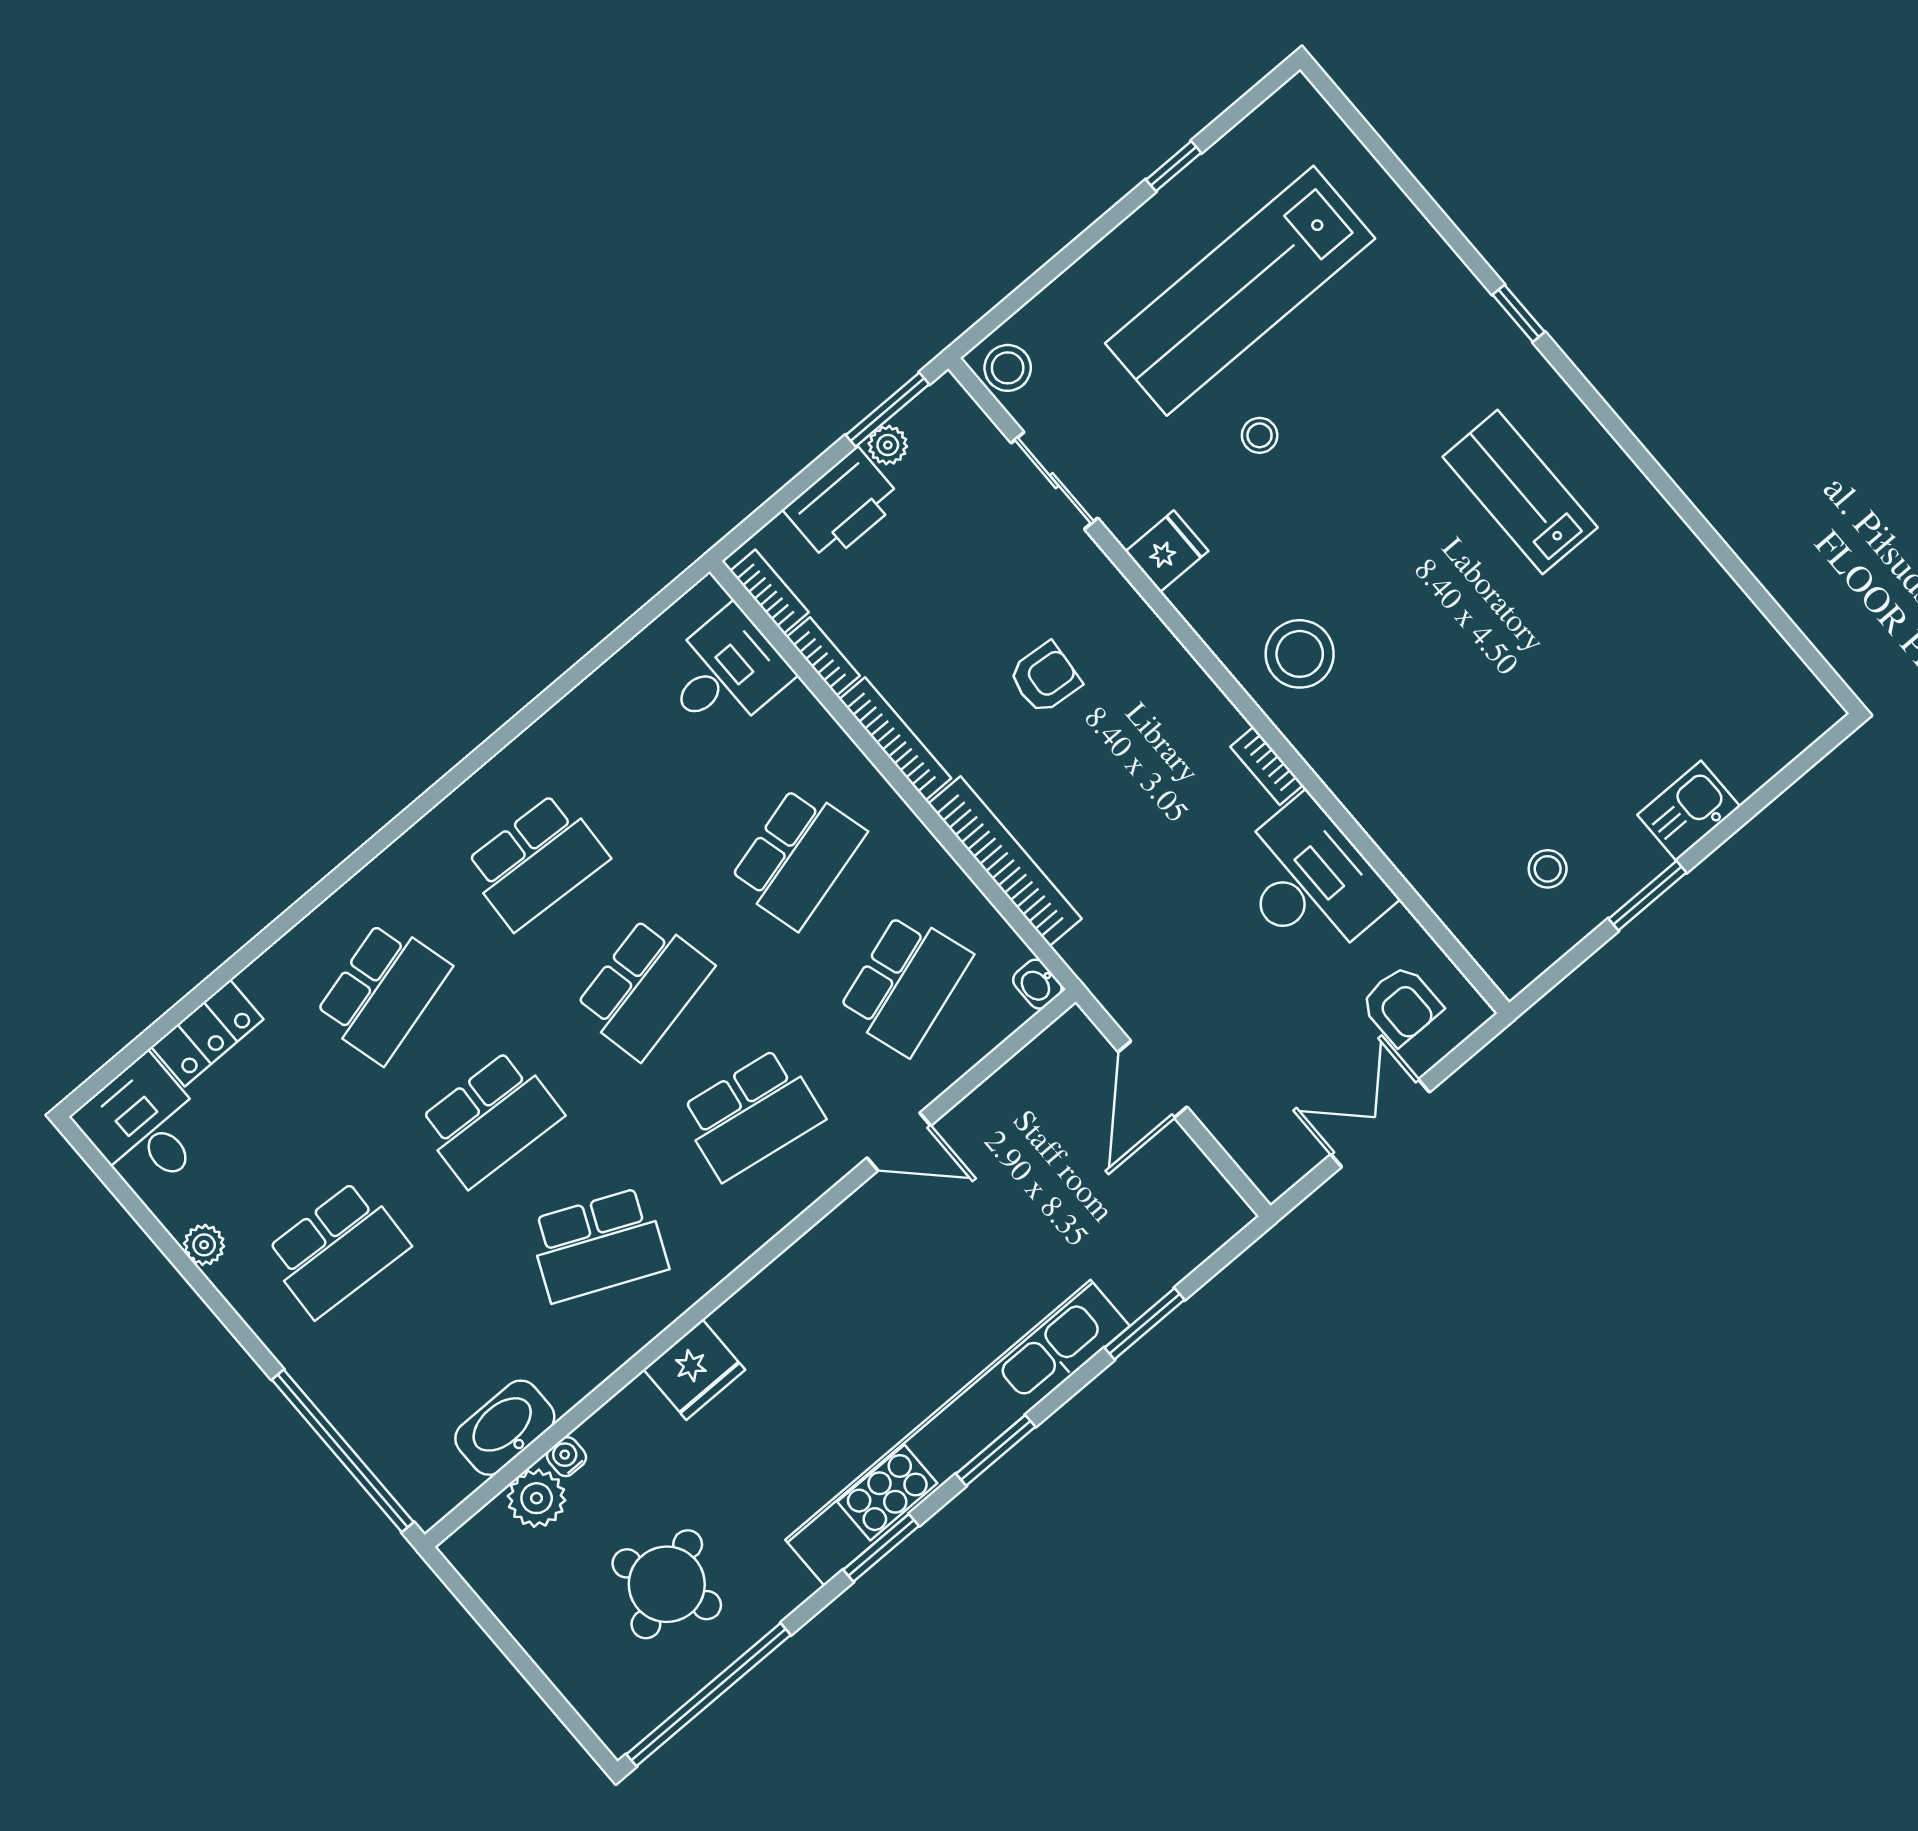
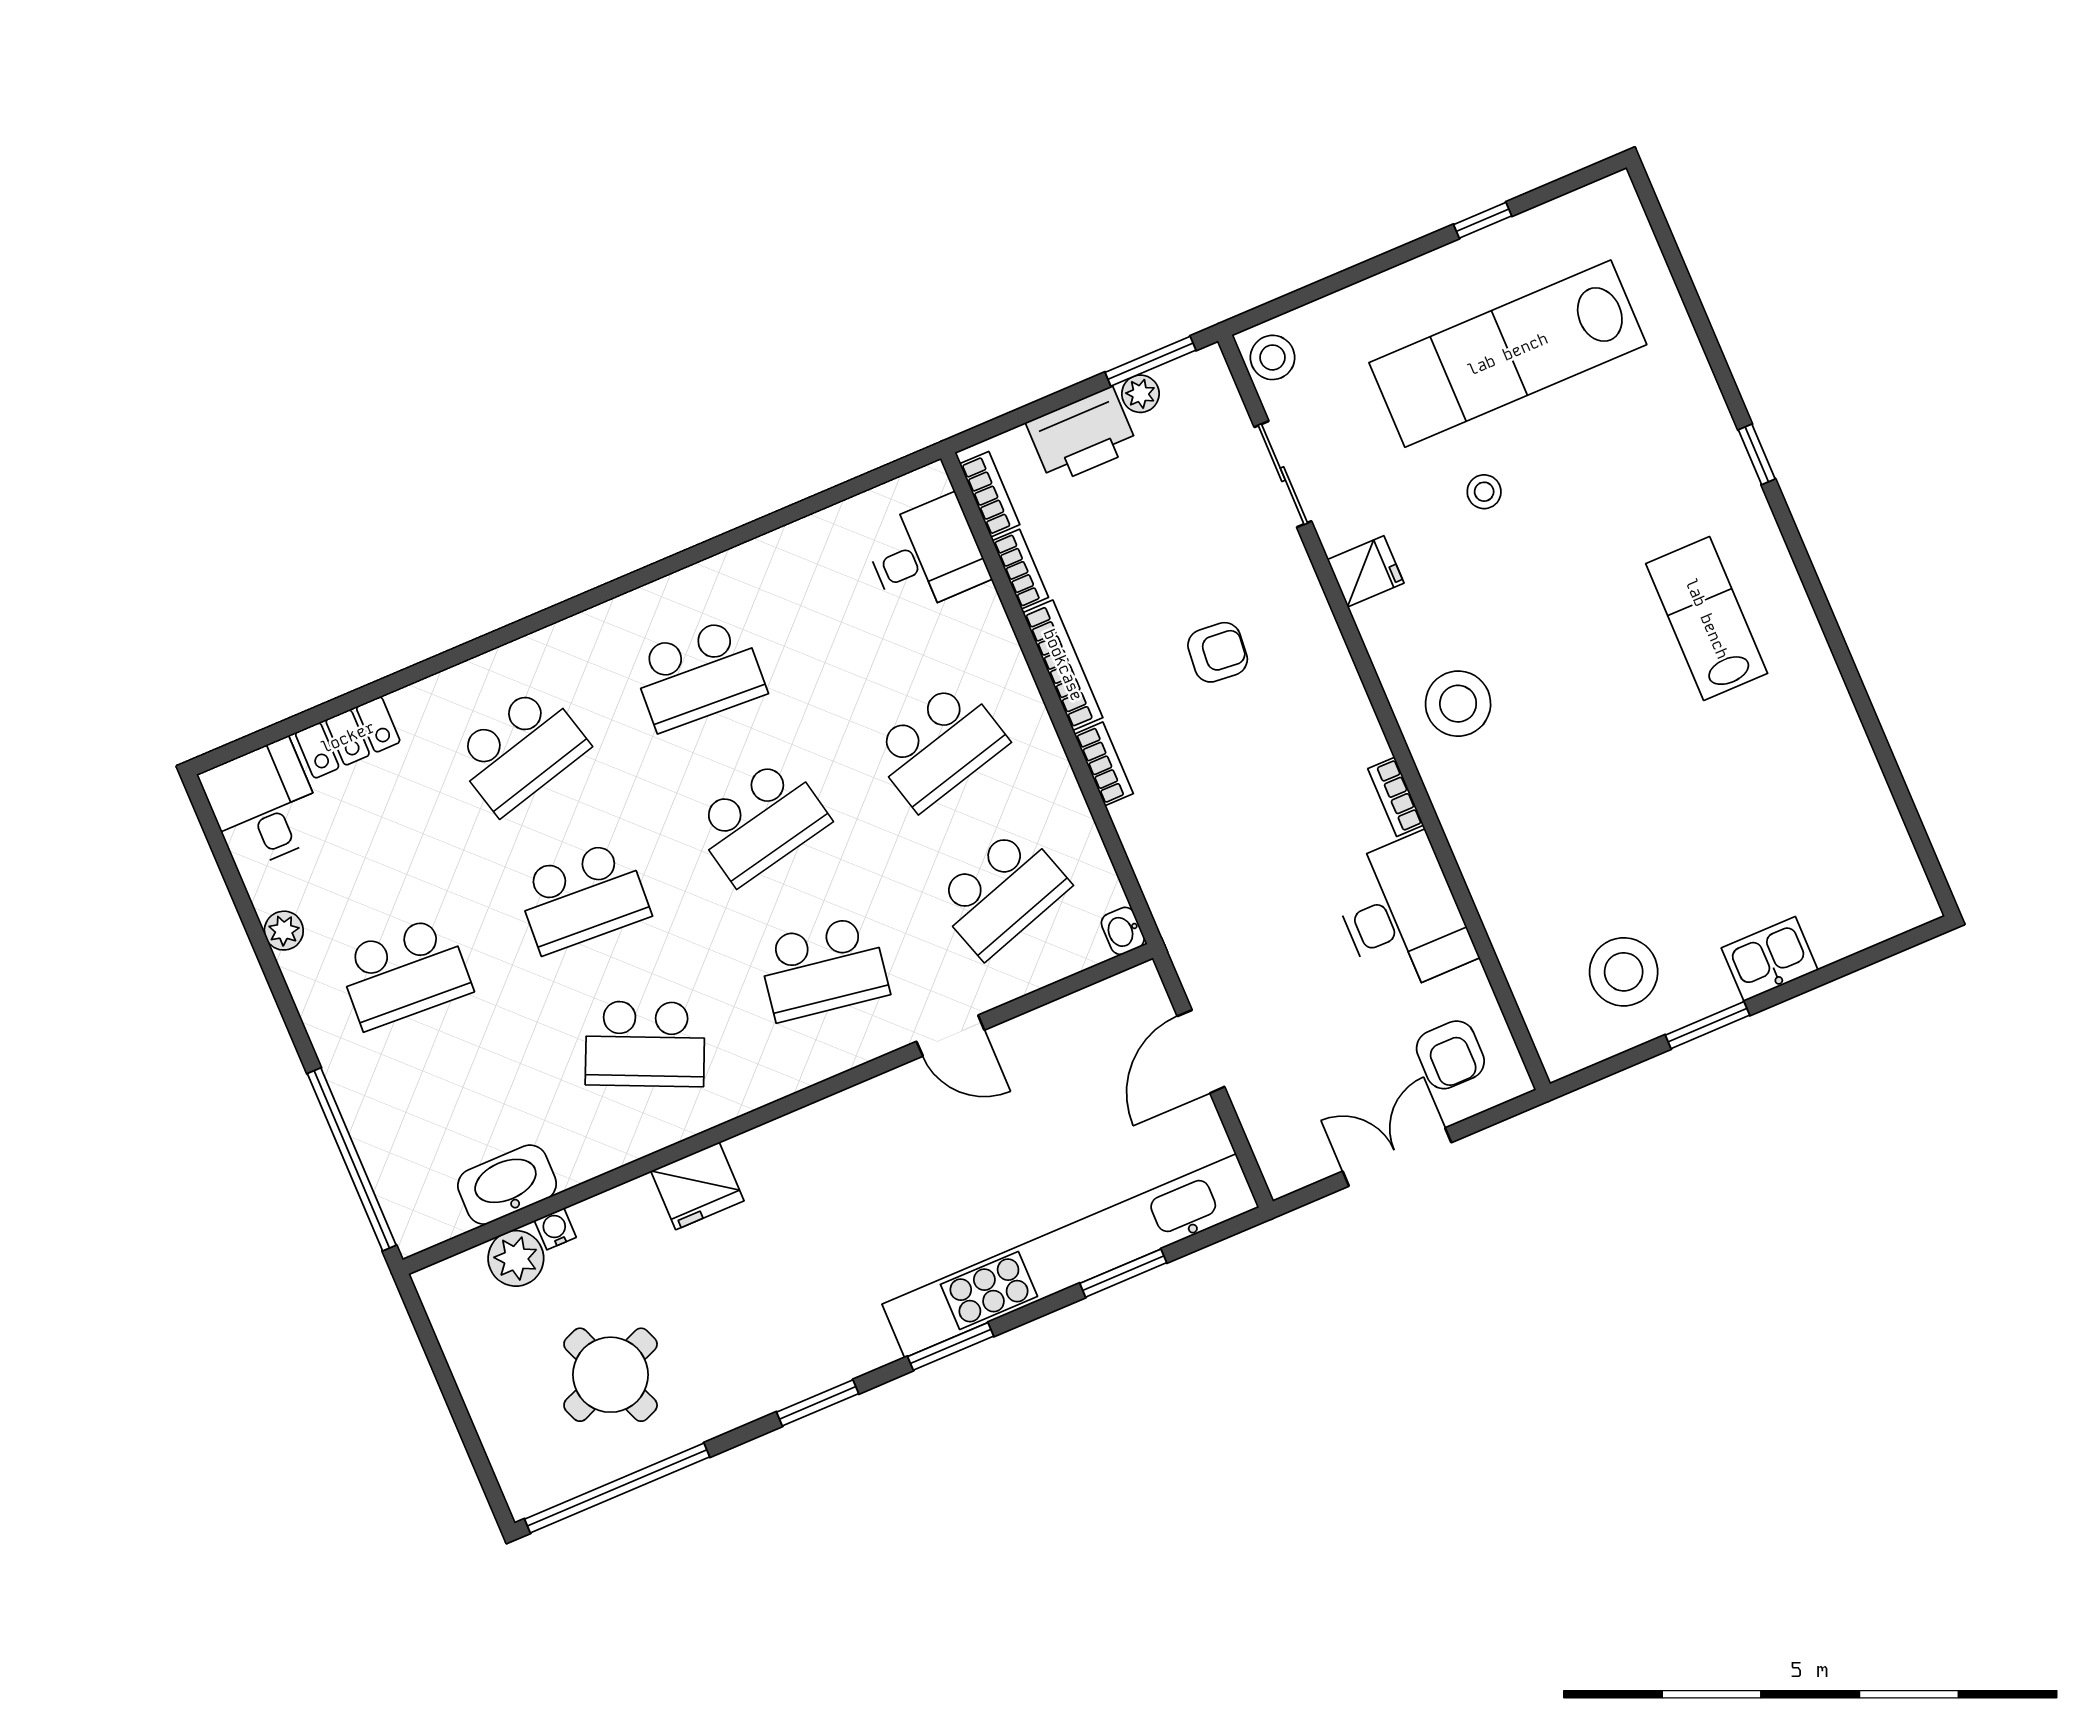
bookcase: (1005, 861) -> (1104, 764), width x0.43, depth x0.76
stool: (1548, 869) -> (1624, 972), width x1.89, depth x1.89
kitchen unit: (958, 1433) -> (1070, 1256), moved

